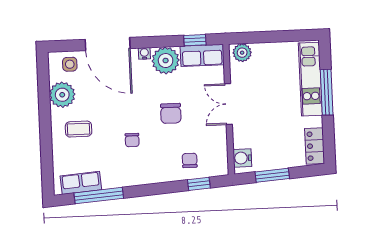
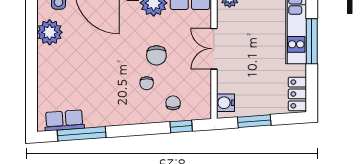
coffee table: (79, 129) -> (64, 67), removed
chair: (132, 140) -> (147, 83), moved

